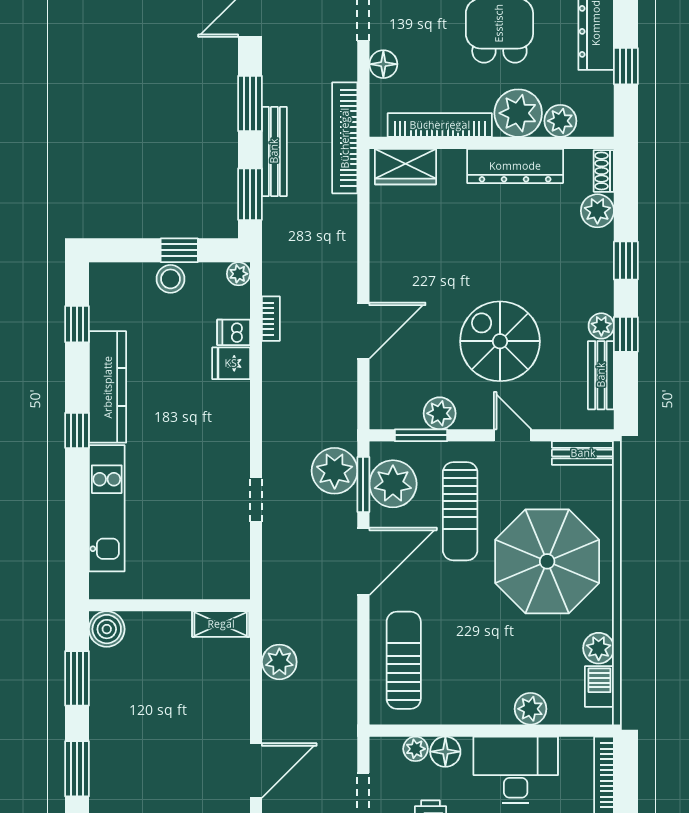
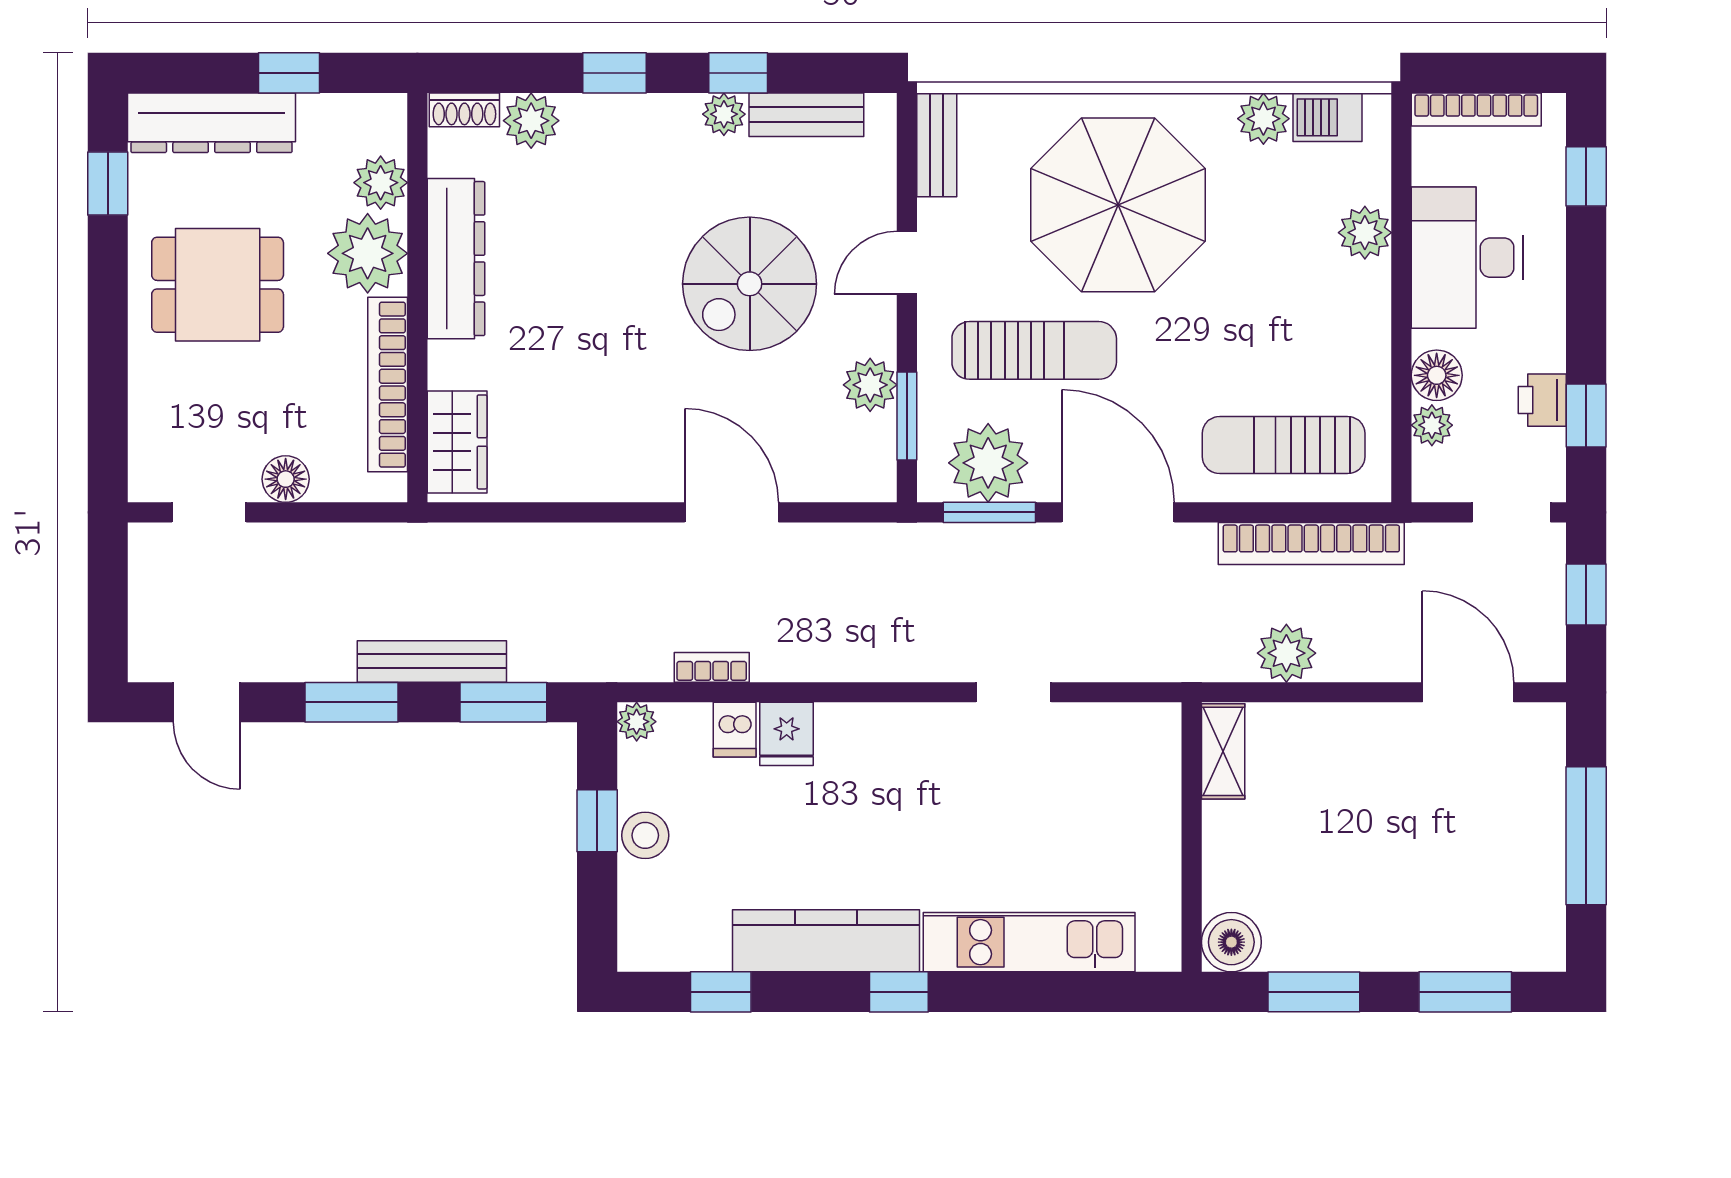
bookcase: (345, 138) -> (1311, 544), moved
plant: (335, 471) -> (966, 561), removed

